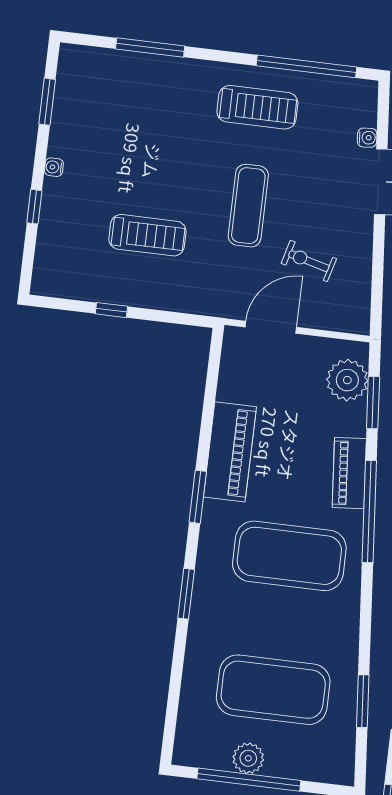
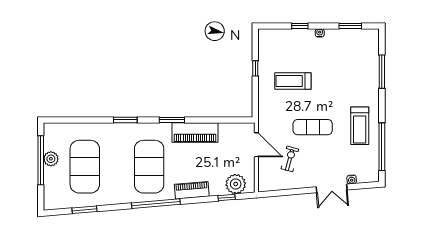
treadmill: (147, 235) -> (293, 81), turned 90
window: (373, 403) -> (227, 197), width x0.67
window: (369, 511) -> (156, 204), moved

